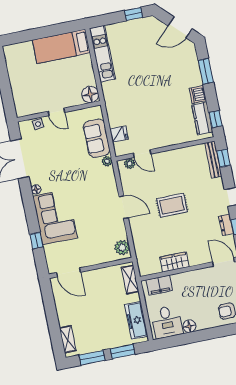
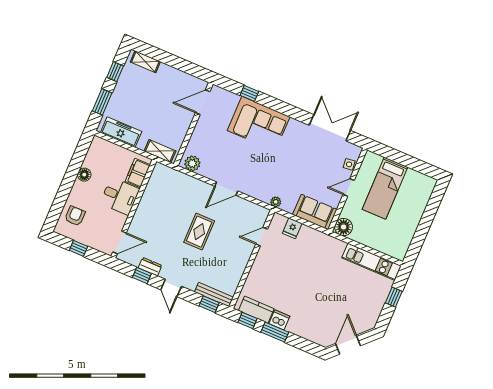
window: (134, 14) -> (394, 297), moved
bed: (61, 46) -> (385, 188), moved, turned 180
window: (206, 71) -> (275, 332), moved
sofa: (97, 138) -> (315, 212), moved
plant: (130, 163) -> (260, 220), removed
floor lamp: (36, 189) -> (294, 124), removed
wardrobe: (174, 262) -> (149, 200), removed
desk: (167, 322) -> (120, 196), moved, turned 180
window: (92, 358) -> (115, 72), width x0.67

